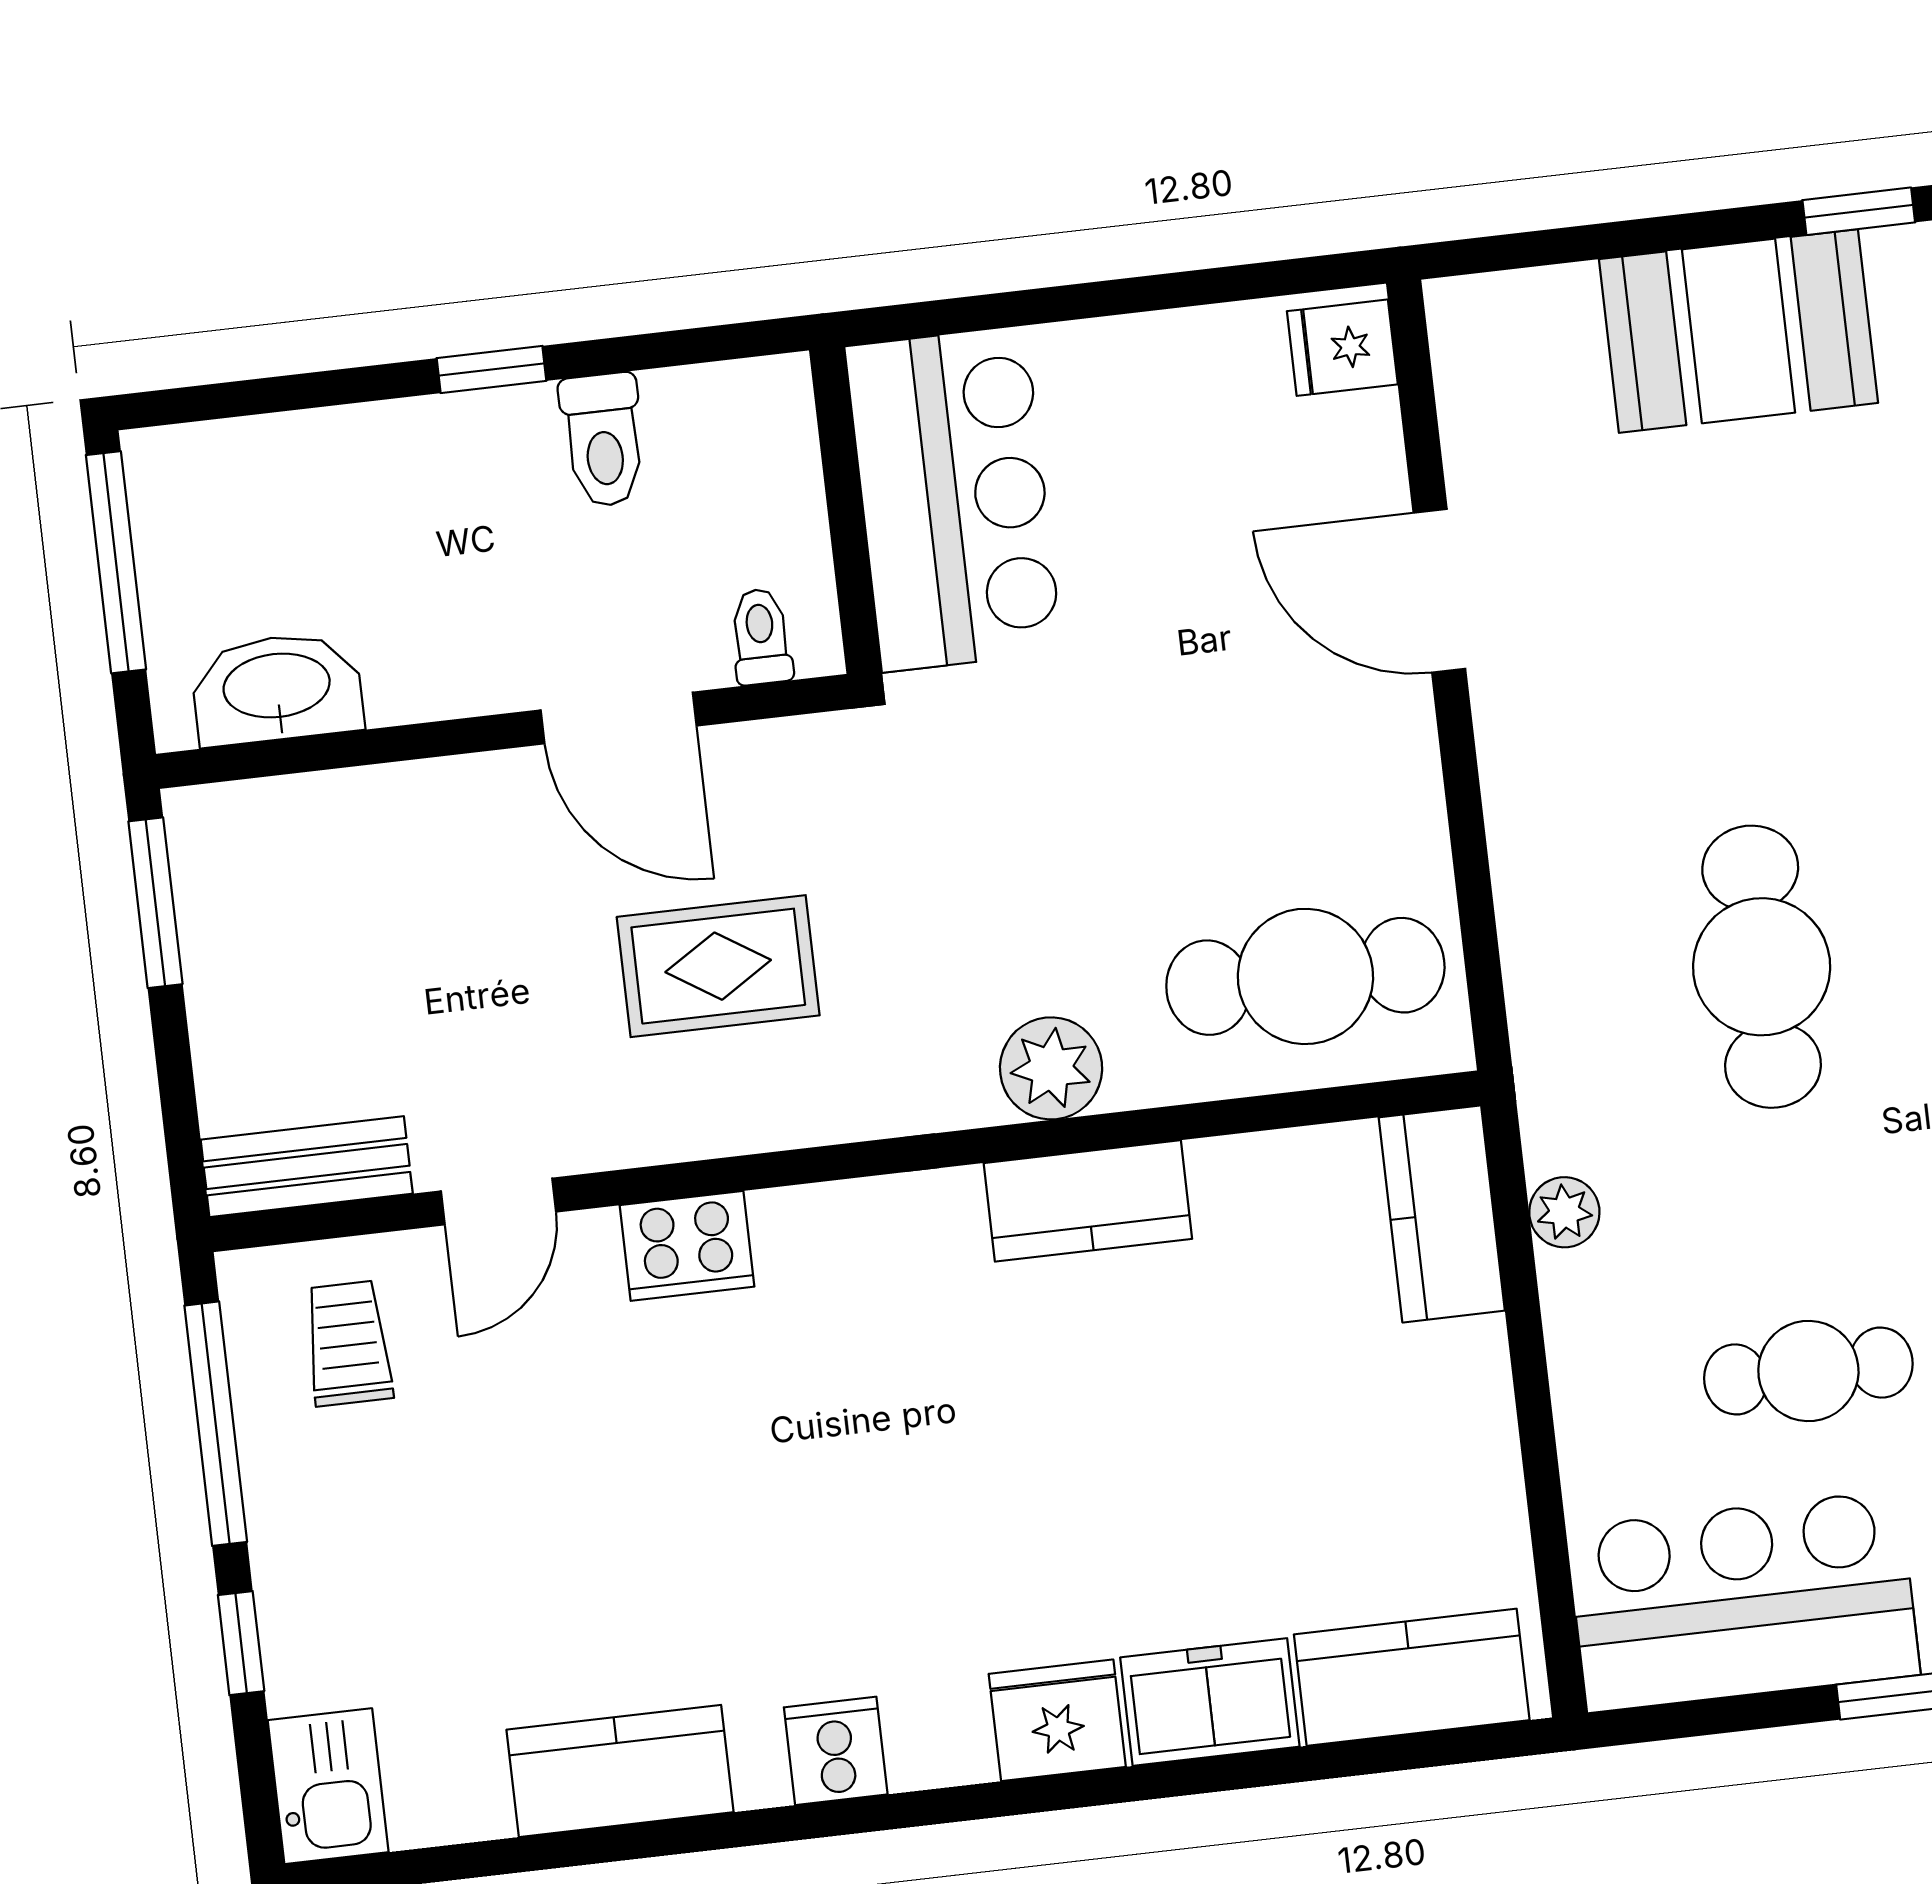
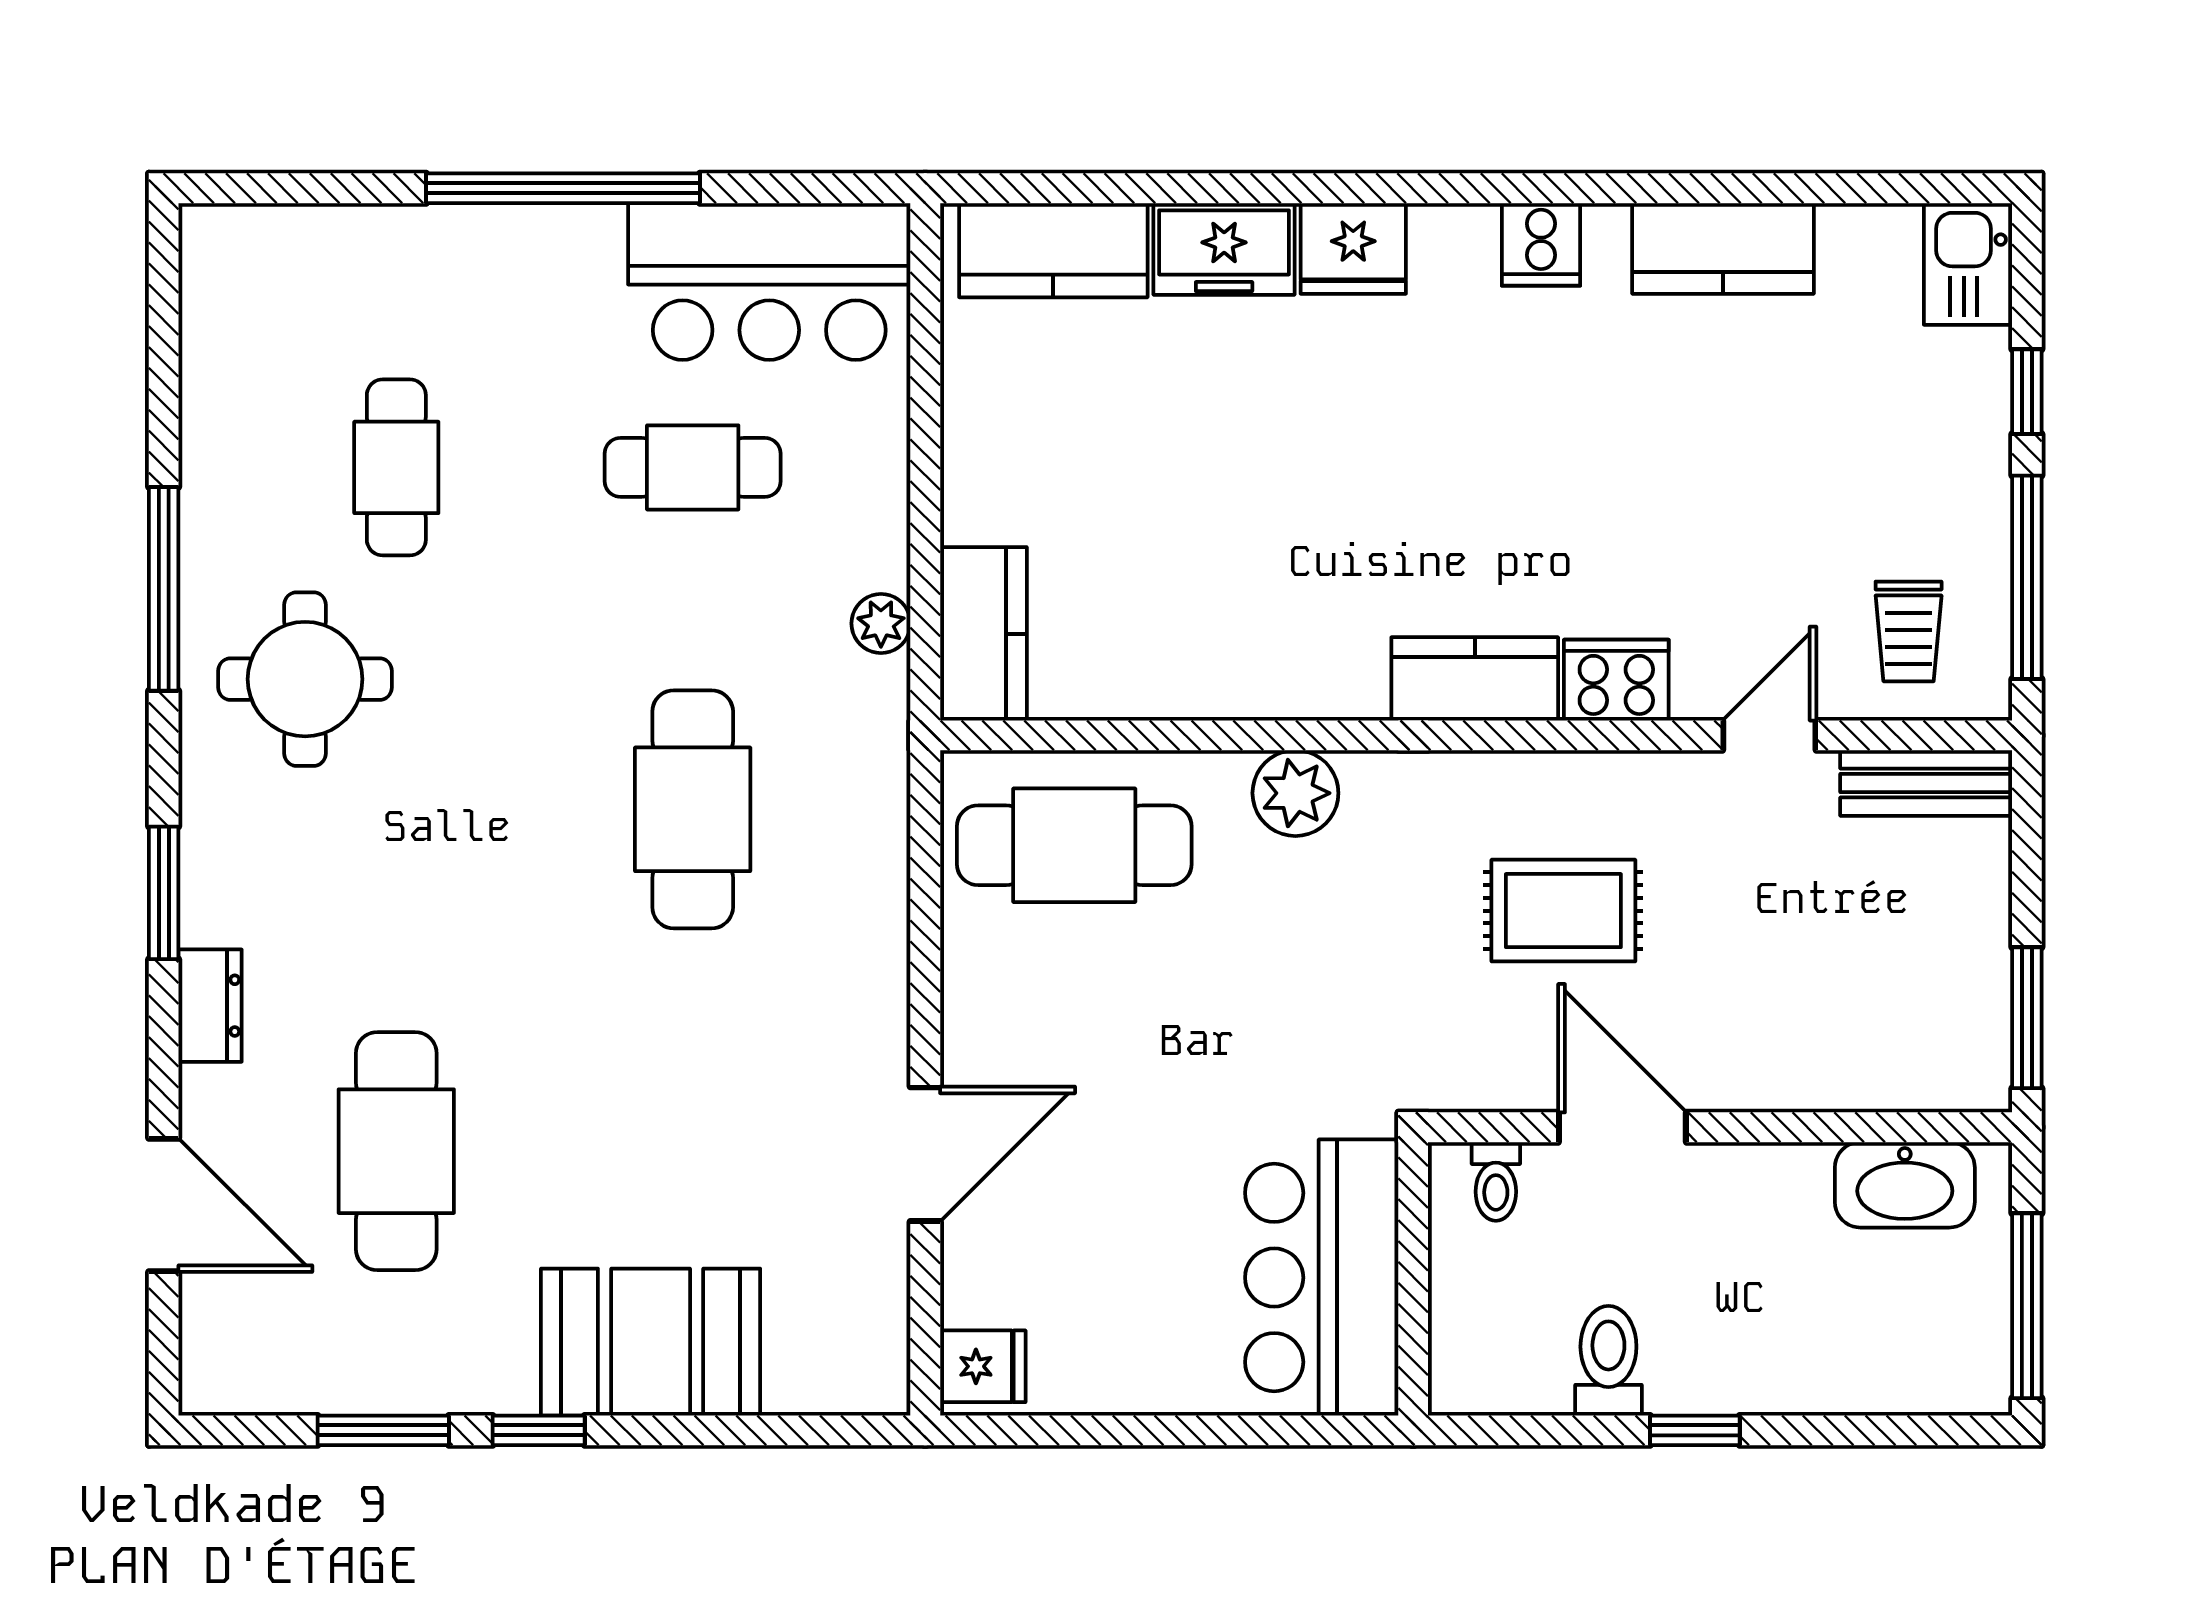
door: (1439, 591) -> (925, 1154), hinge flipped
kitchen counter: (1088, 1201) -> (1475, 679), moved

